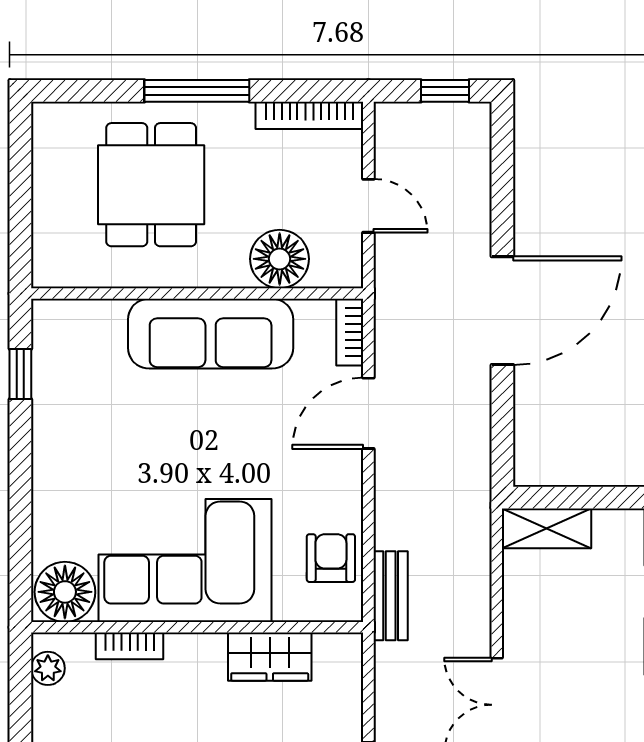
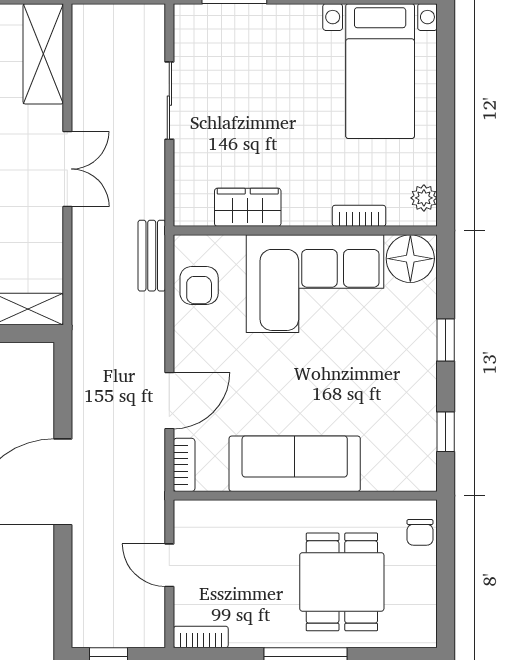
bookcase: (309, 115) -> (201, 637), width x0.64
chair: (53, 247) -> (420, 532), added
floor lamp: (280, 259) -> (240, 523), removed
window: (20, 489) -> (446, 340), added

